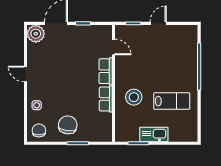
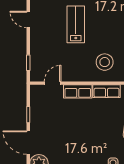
door: (158, 23) -> (28, 19), moved
lab bench: (172, 101) -> (76, 24), moved

